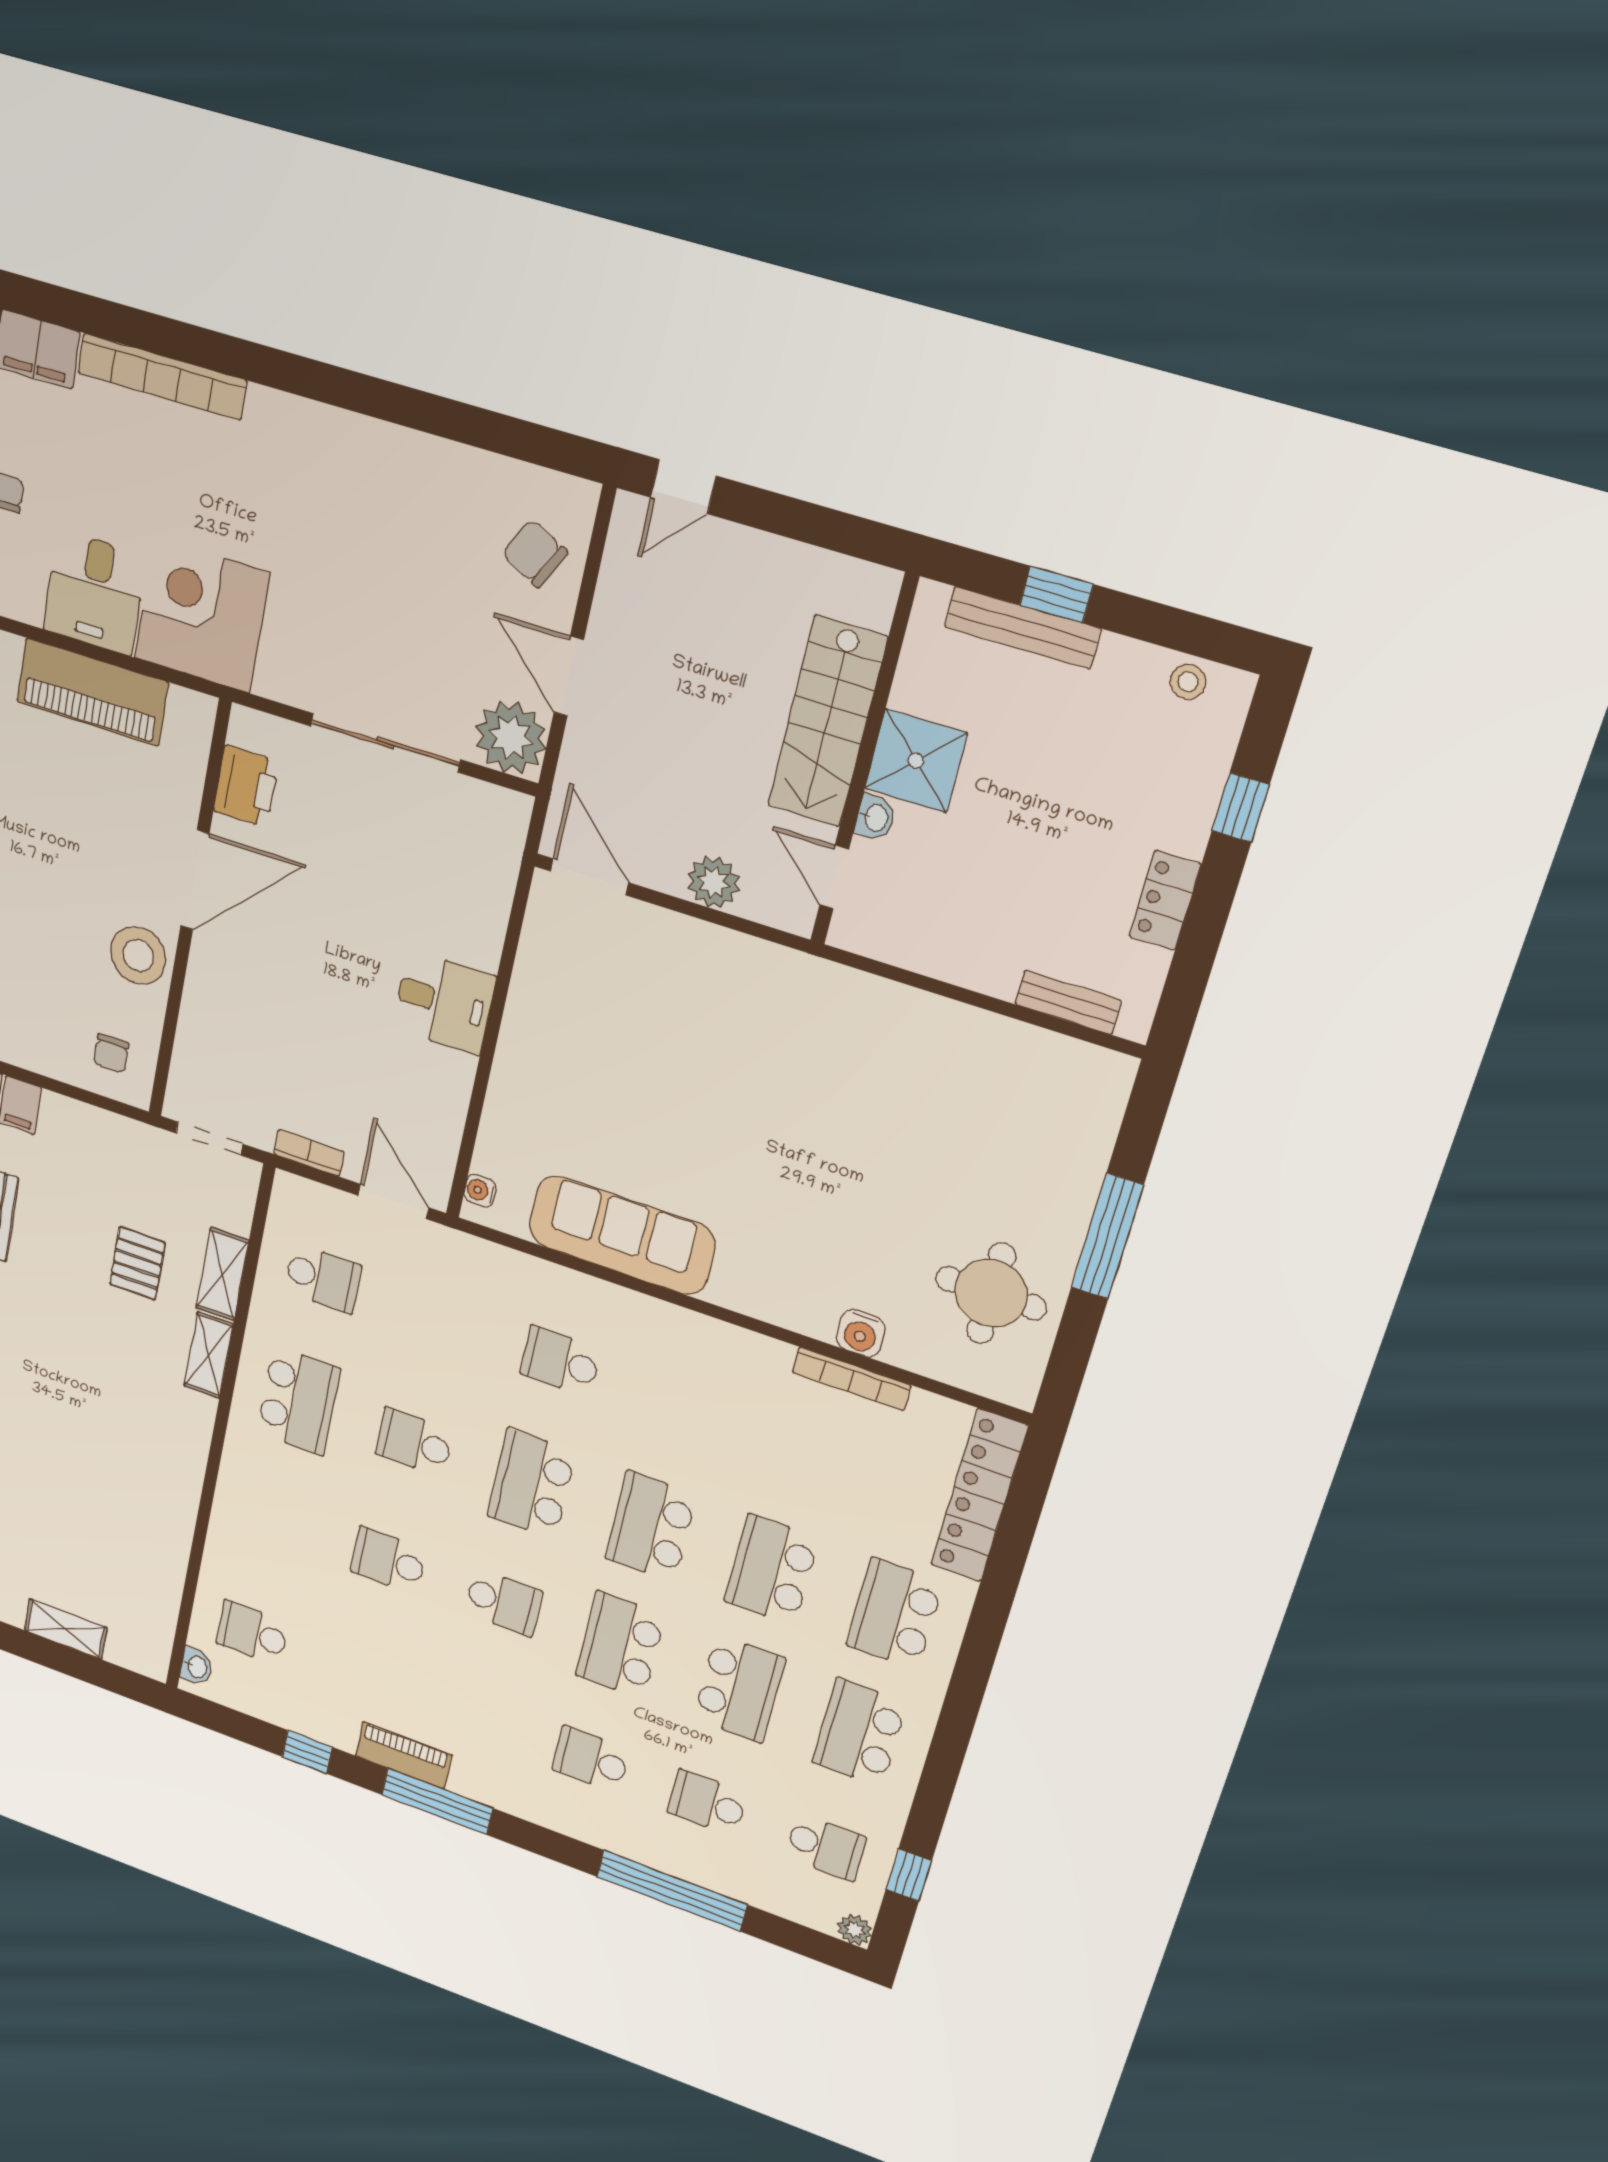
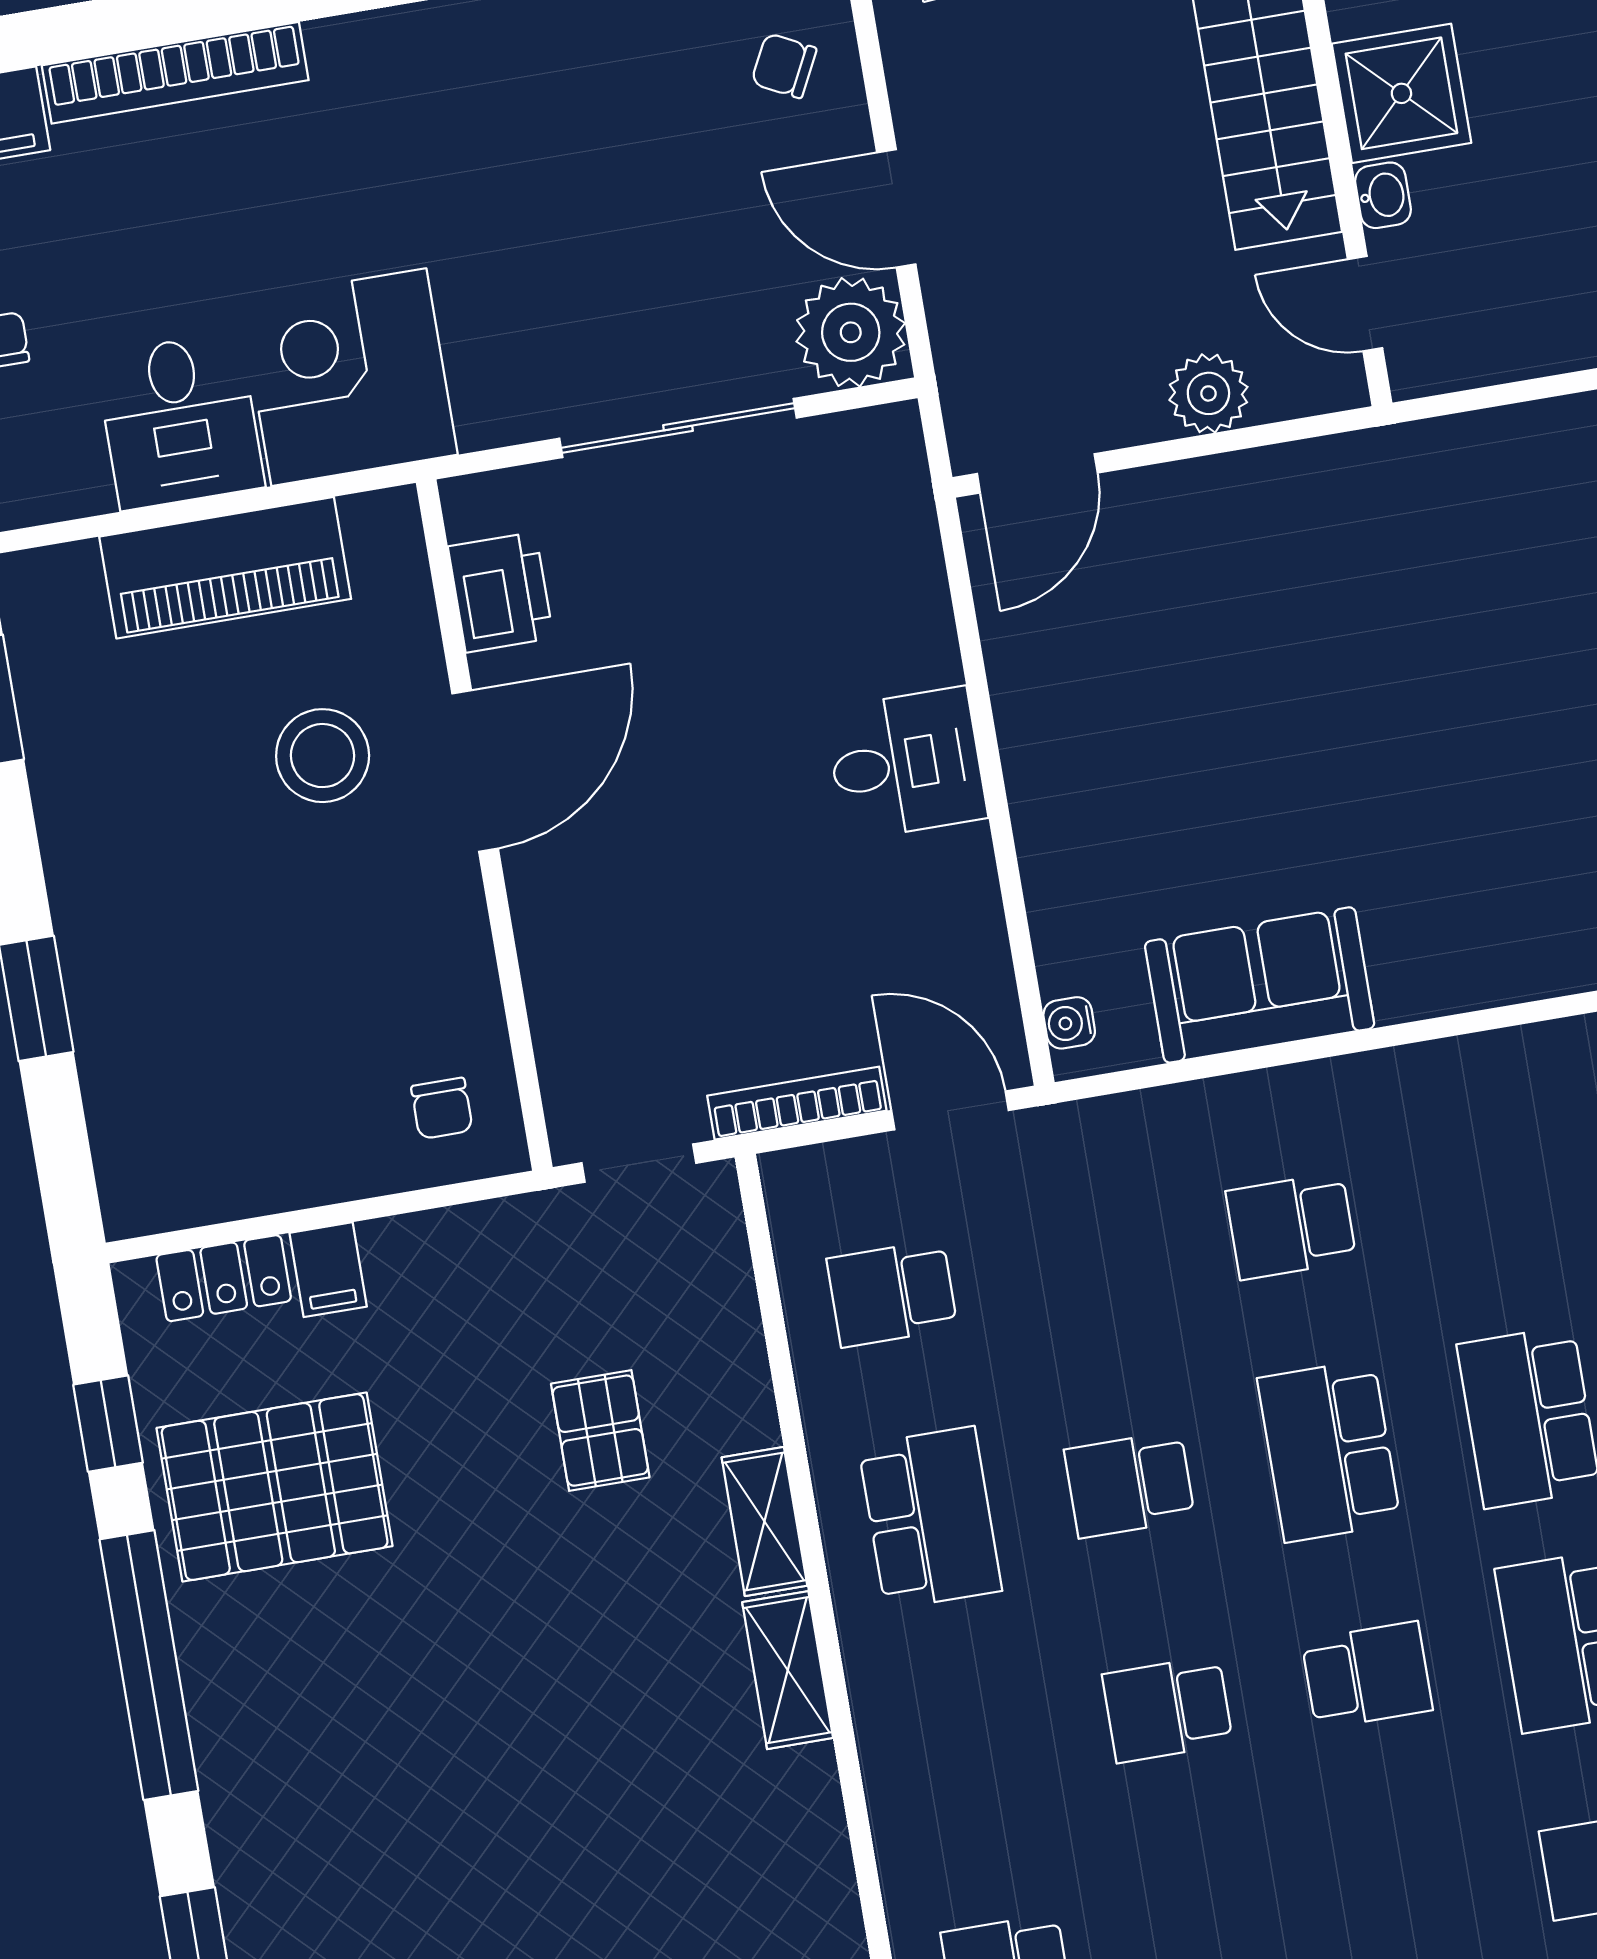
chair: (535, 553) -> (784, 66), width x0.73, depth x0.73
door: (589, 877) -> (1037, 473), swing flipped
stool: (138, 955) -> (323, 756), moved
bookcase: (309, 1153) -> (797, 1103), width x1.56
sofa: (622, 1235) -> (1260, 985), width x0.73
shelving: (222, 1274) -> (788, 1670), moved
school desk: (323, 1278) -> (892, 1293), turned 180

